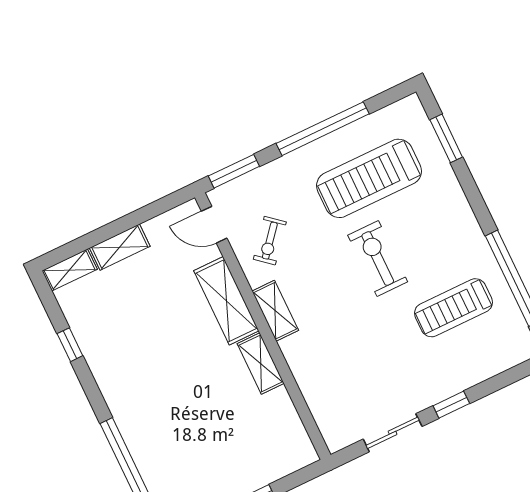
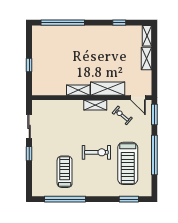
treadmill: (369, 178) -> (128, 163), turned 180
door: (214, 225) -> (138, 98), swing flipped

